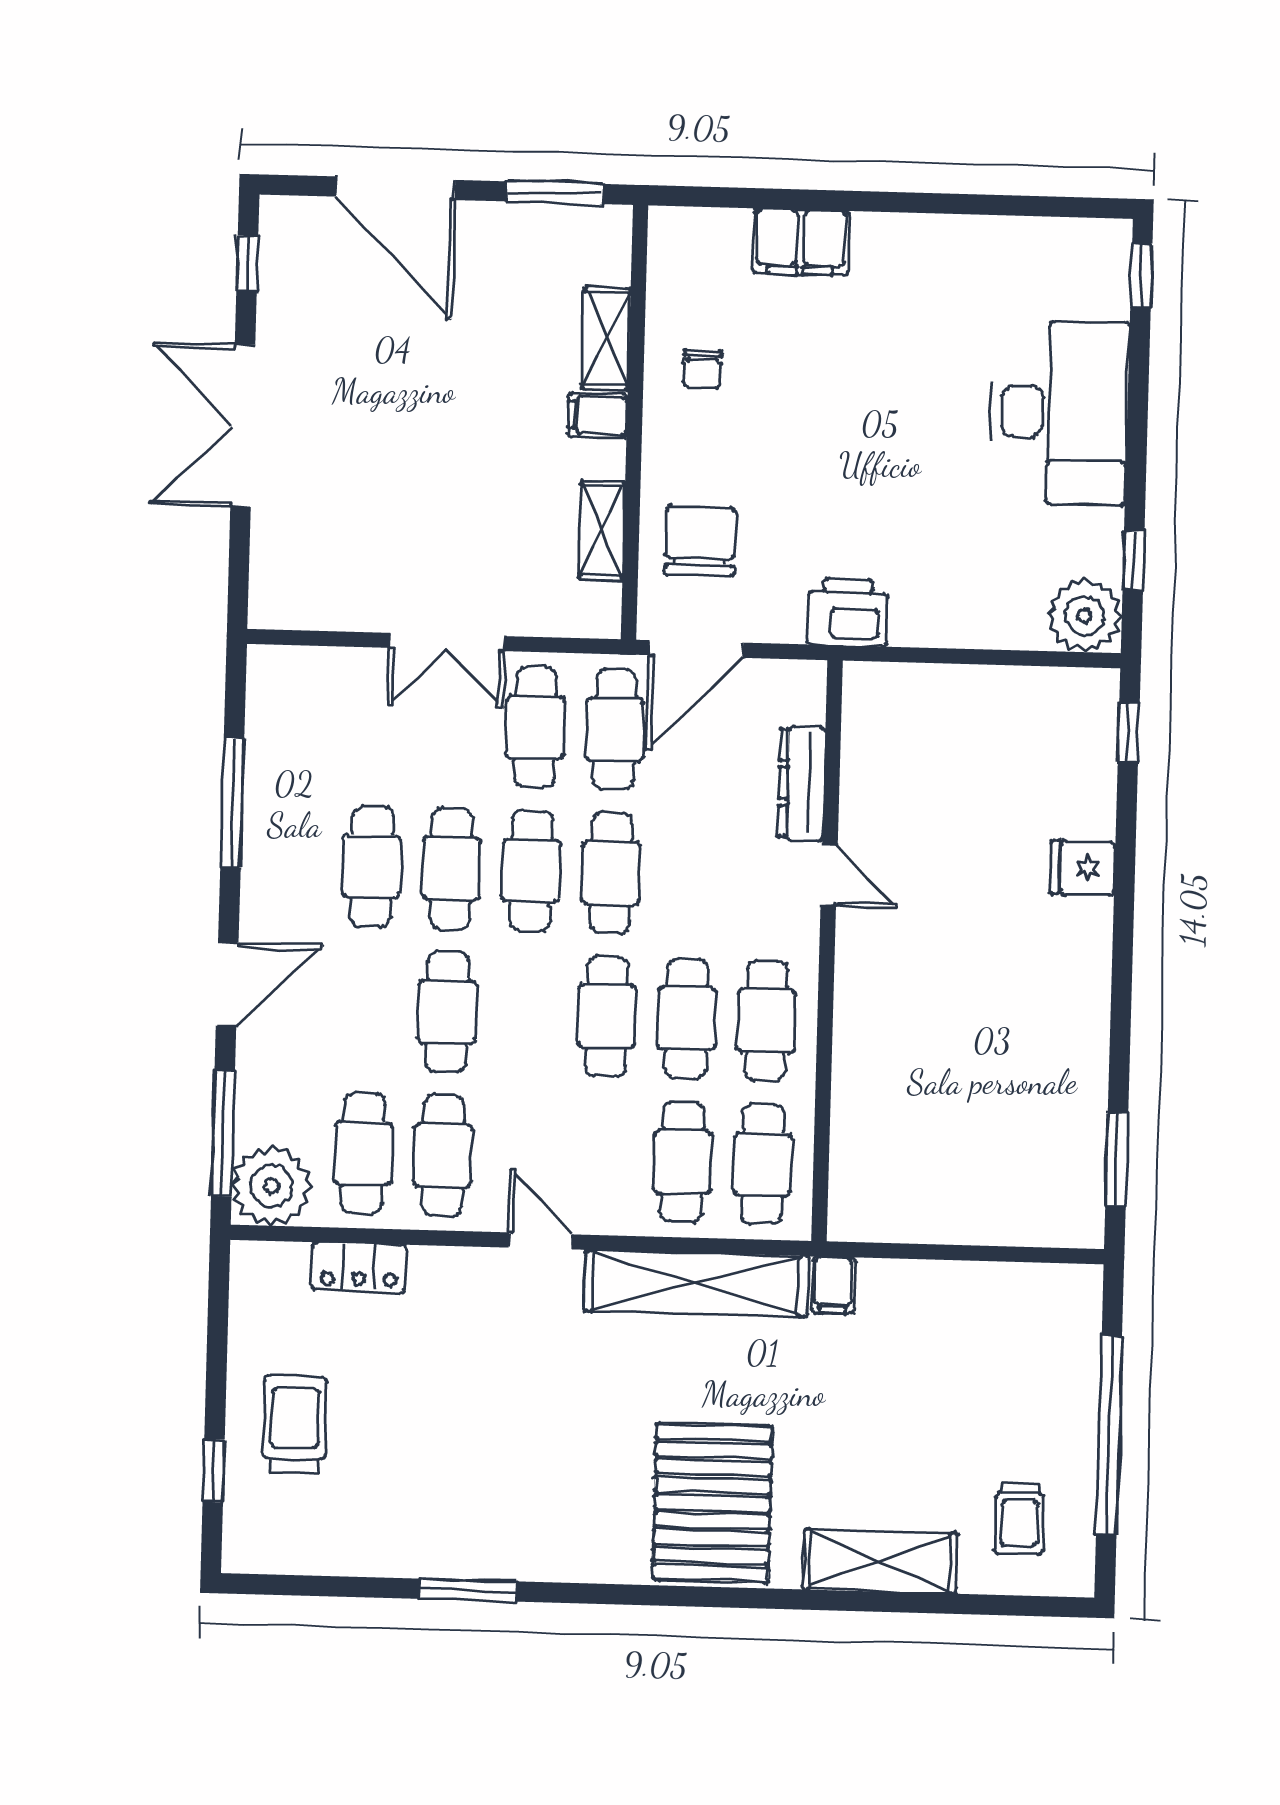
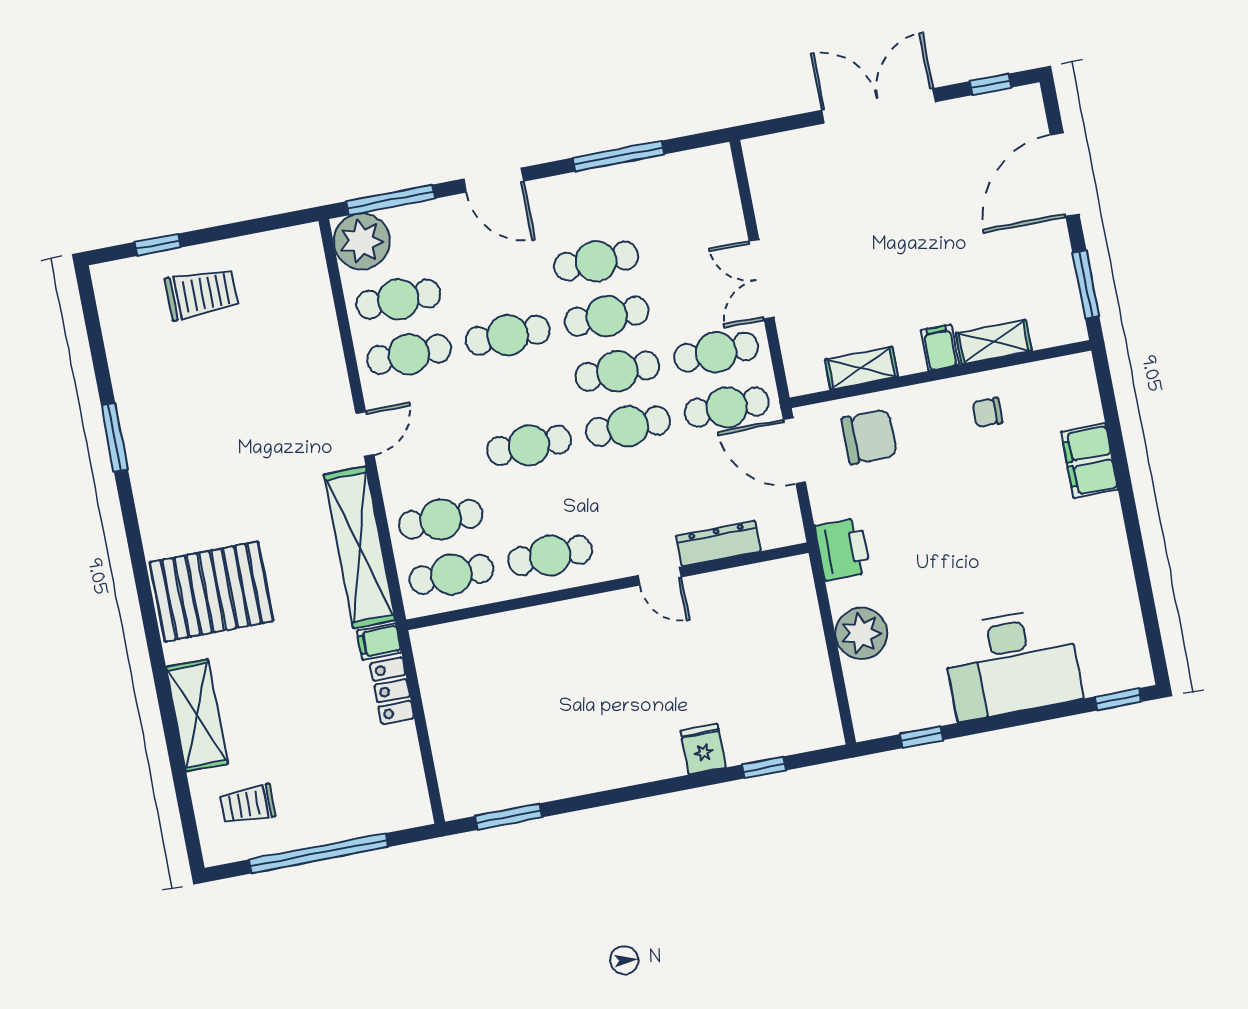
plant: (1084, 615) -> (861, 633), moved
window: (1129, 732) -> (764, 767), moved
door: (829, 875) -> (660, 576), hinge flipped
cafe table: (687, 1019) -> (540, 500), removed
locker: (359, 1267) -> (392, 691), moved

